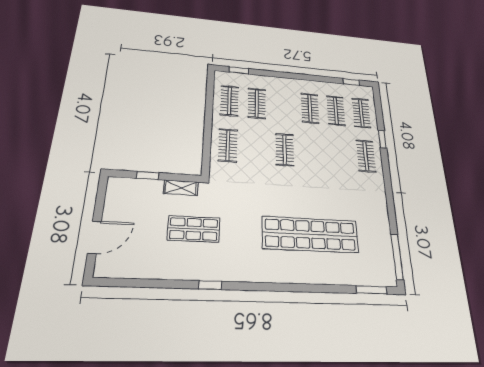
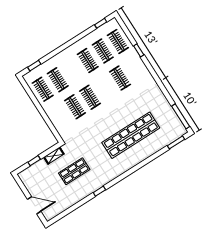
clothes rail: (228, 145) -> (75, 107), moved
clothes rail: (366, 156) -> (120, 78), moved
door: (94, 237) -> (34, 205), hinge flipped

